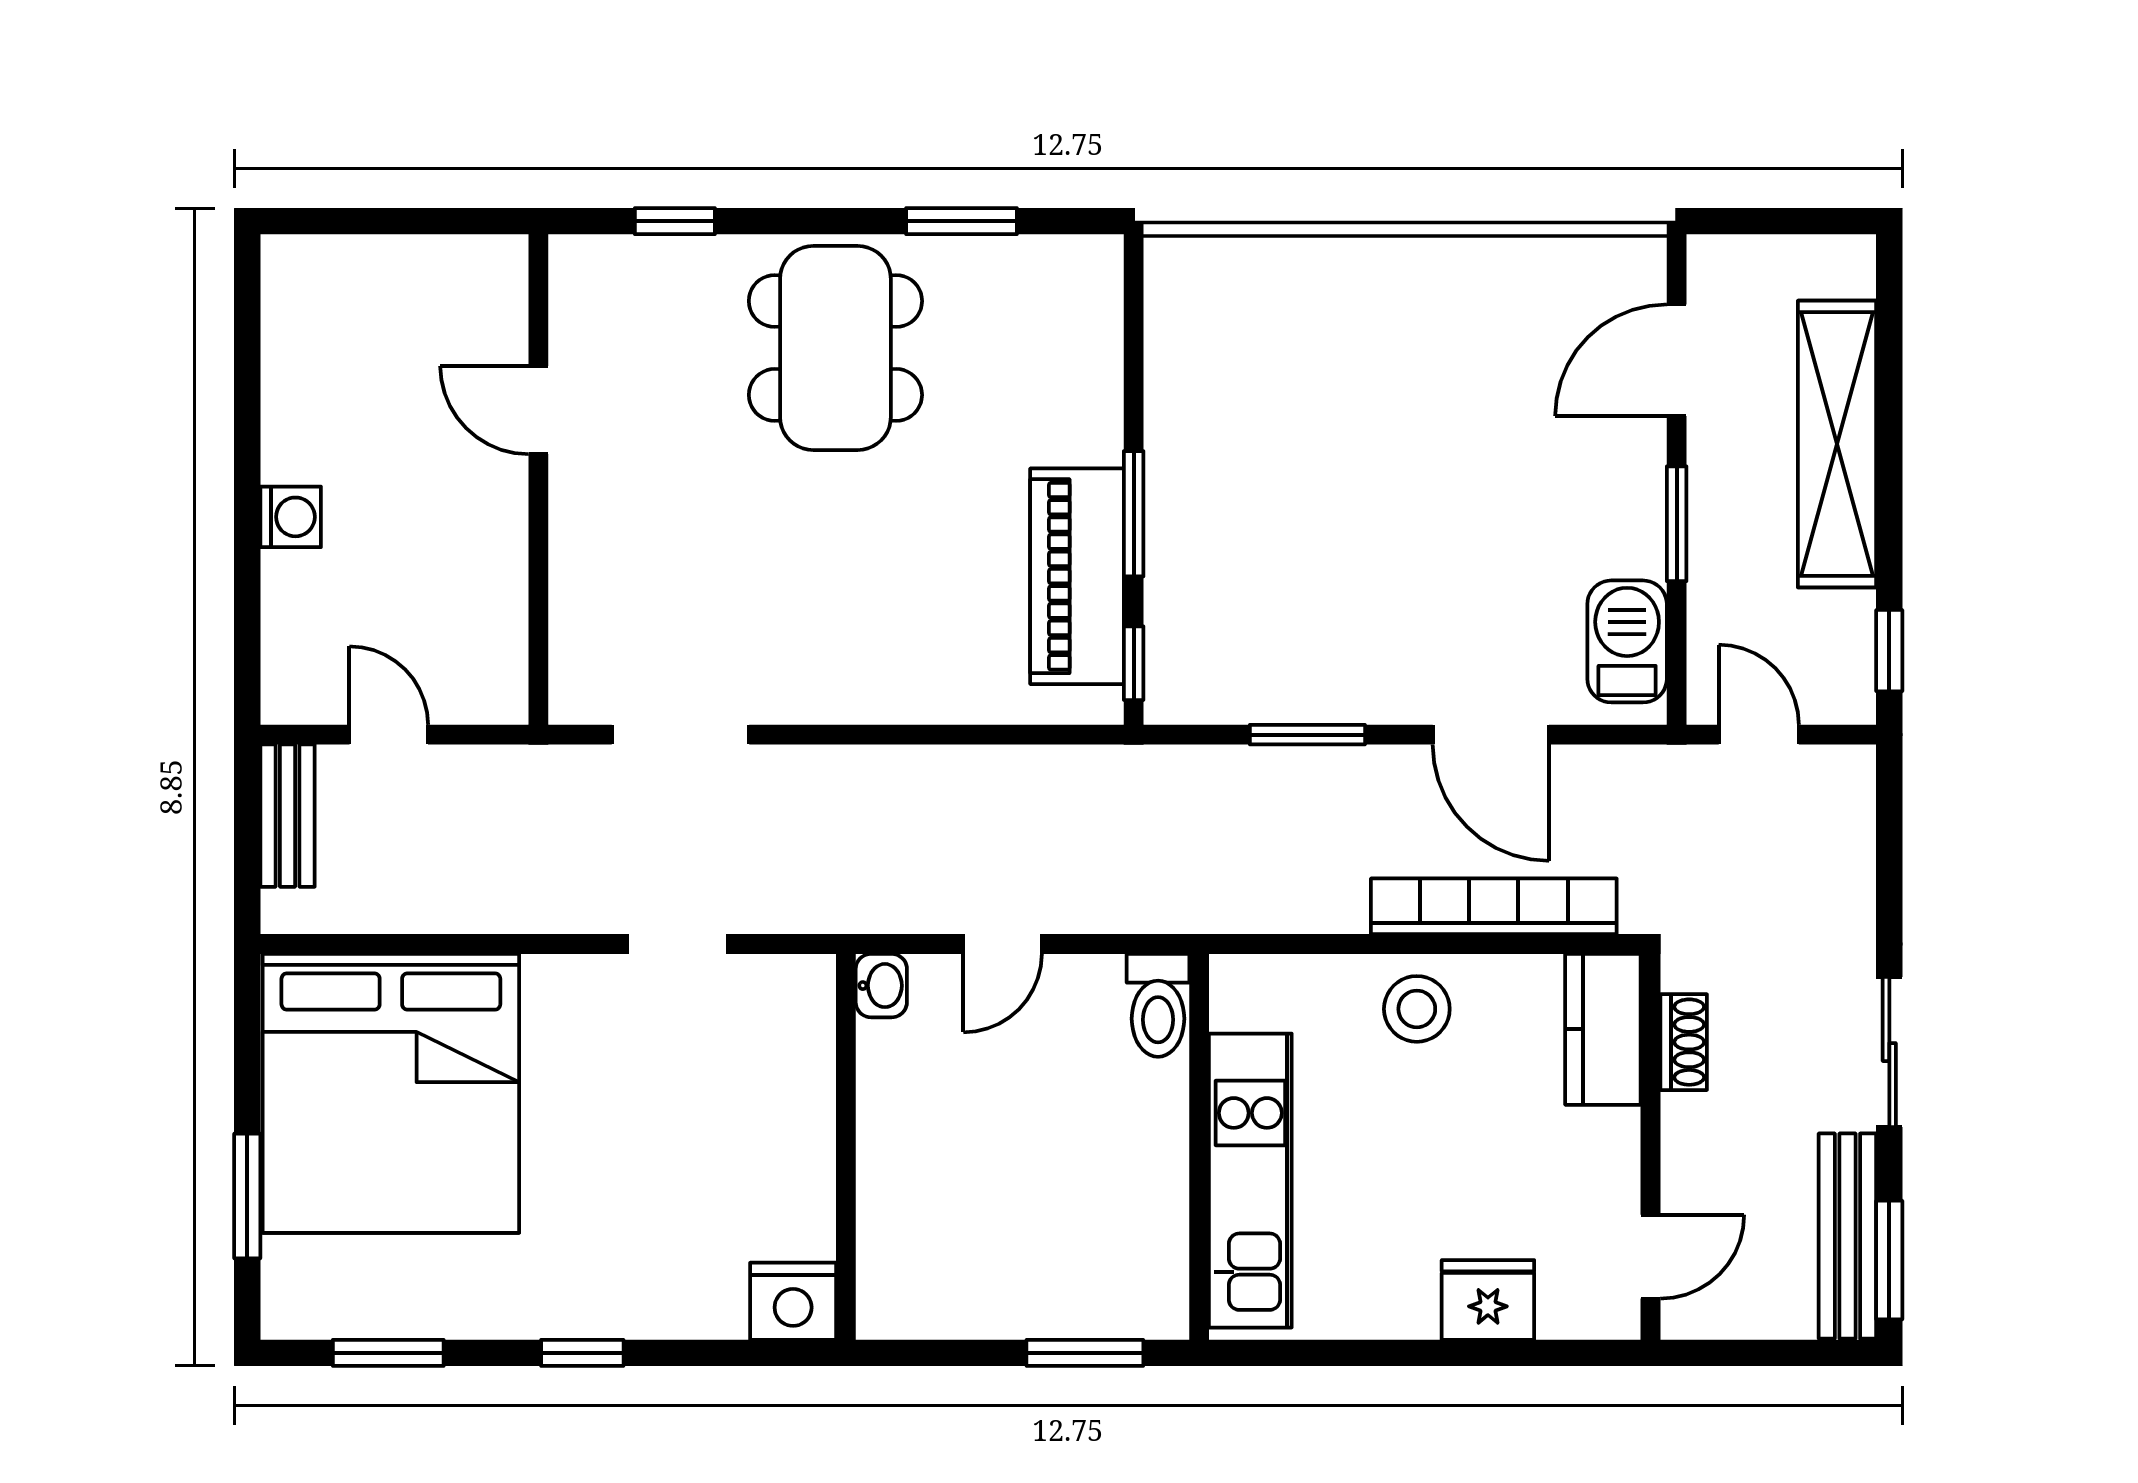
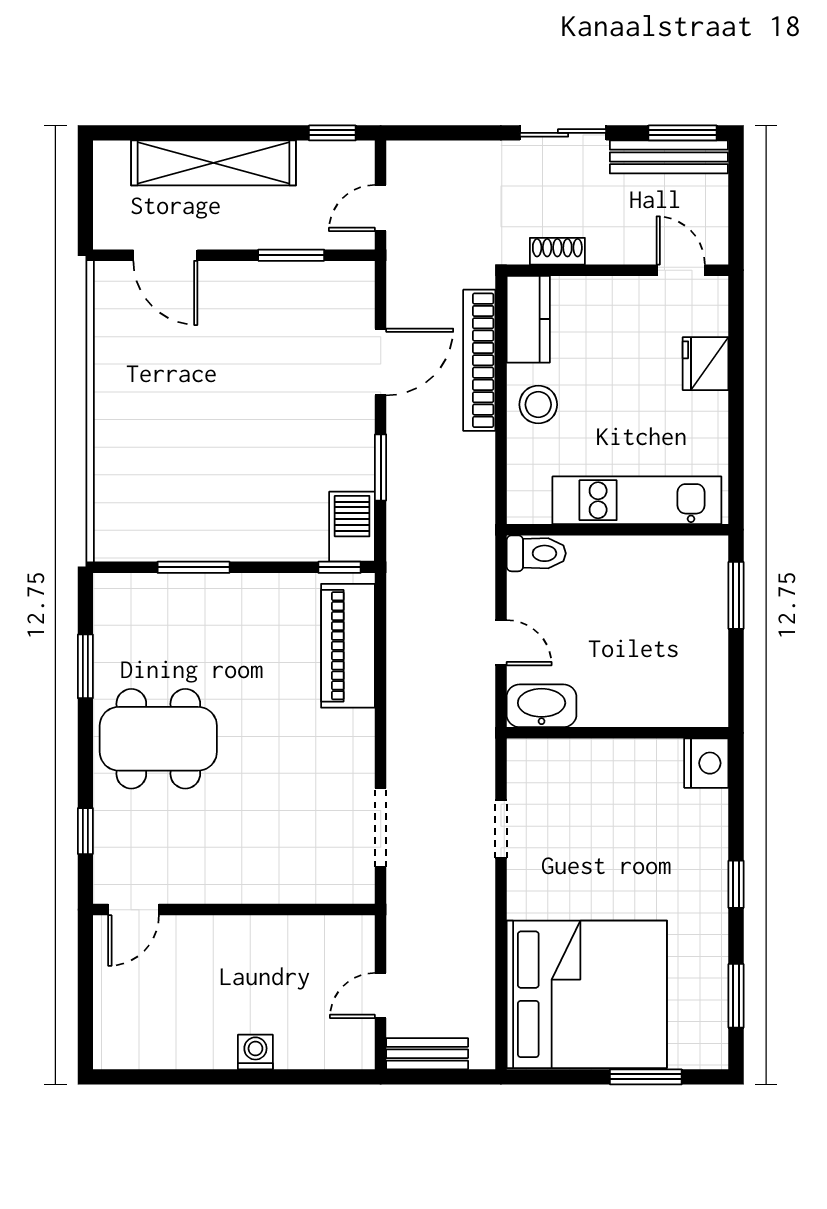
door: (538, 410) -> (134, 910), moved
window: (1134, 514) -> (194, 567), moved
window: (1677, 524) -> (291, 255), moved
piano: (1077, 576) -> (348, 646), moved, turned 90
barbecue: (1627, 641) -> (352, 527), moved, turned 90
washbasin: (881, 986) -> (542, 706), width x1.91, depth x1.45
kitchen counter: (1603, 1029) -> (528, 319), moved, turned -90

